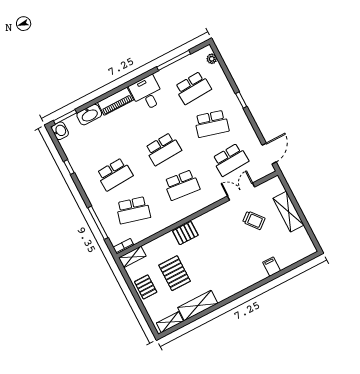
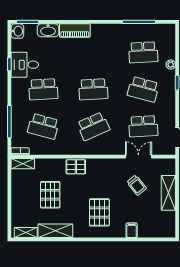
plant: (212, 59) -> (171, 65), moved
desk: (147, 93) -> (25, 65), moved, turned -90
school desk: (182, 185) -> (93, 126), turned -30
pallet: (146, 287) -> (99, 212), moved, width x1.50, depth x1.42

